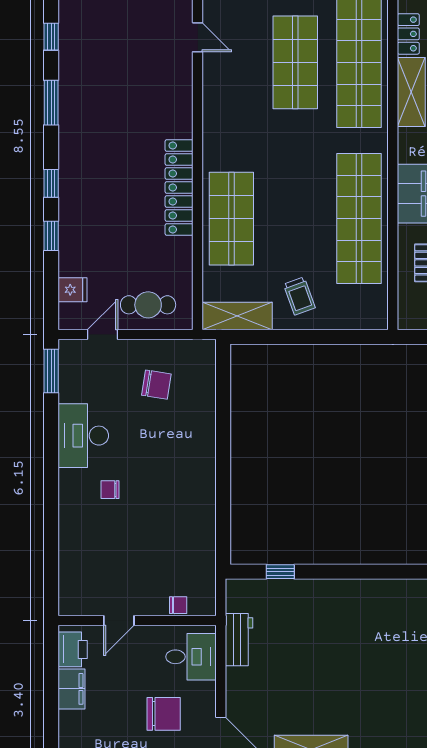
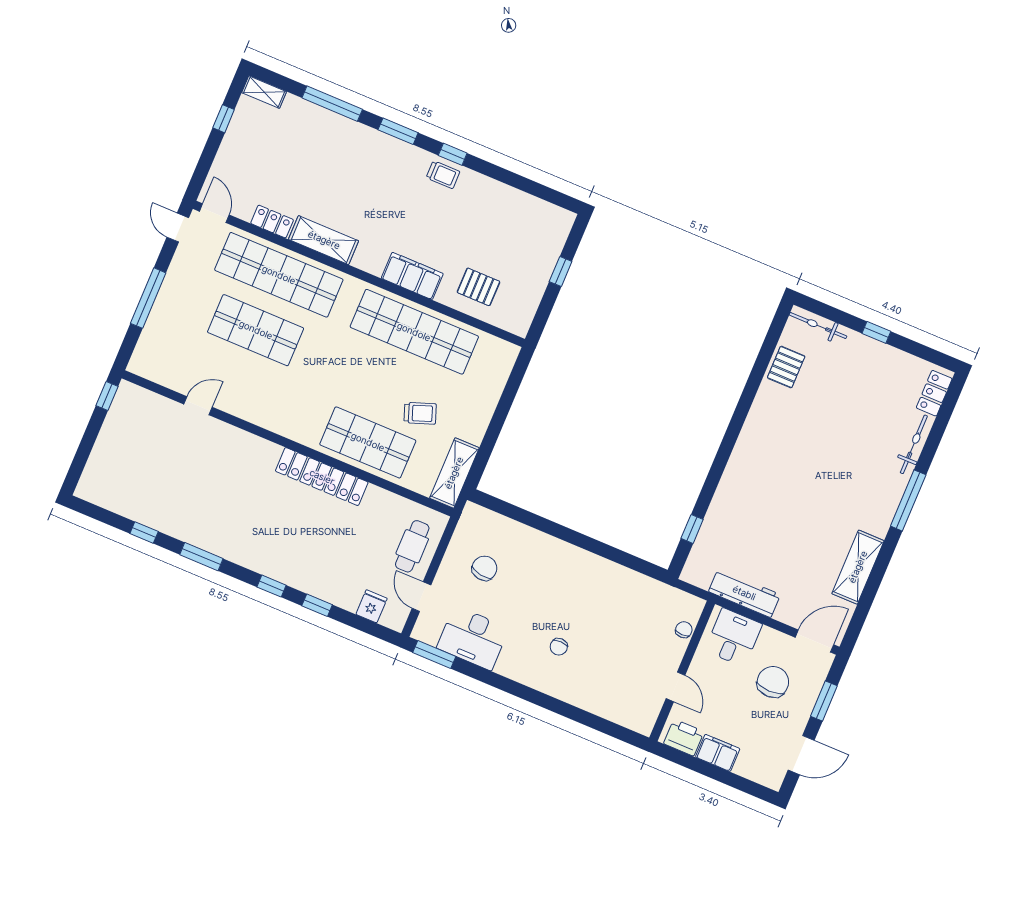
trolley: (299, 296) -> (420, 413), moved
desk: (83, 436) -> (473, 638), moved
workbench: (239, 640) -> (744, 593), width x1.38

